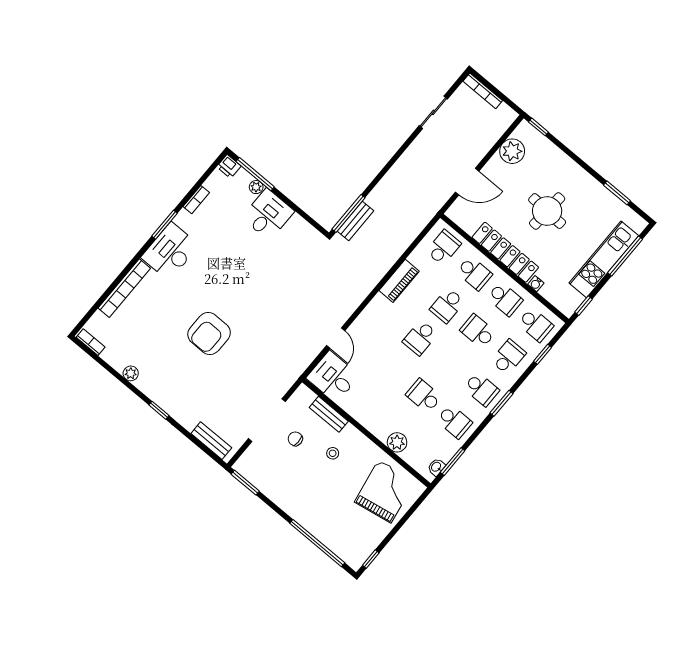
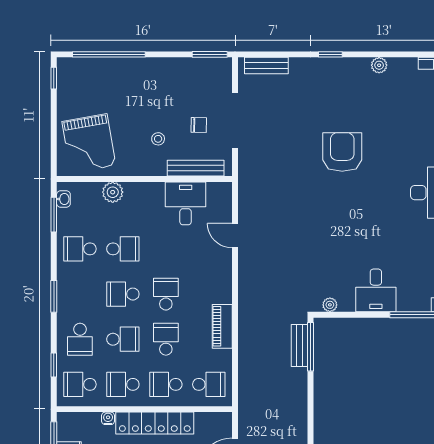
plant: (256, 187) -> (330, 305), moved
school desk: (444, 248) -> (209, 384), turned -90
desk: (333, 377) -> (186, 203), moved, turned -90
school desk: (481, 389) -> (123, 294), moved
bench: (329, 414) -> (196, 168), width x1.36

